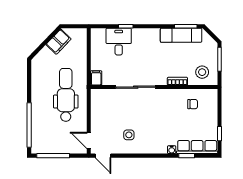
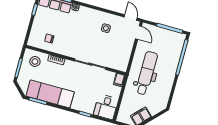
exam couch: (181, 35) -> (50, 94), width x1.36, depth x1.45
desk: (119, 42) -> (106, 107), moved
dental chair: (66, 95) -> (147, 73), turned 180

